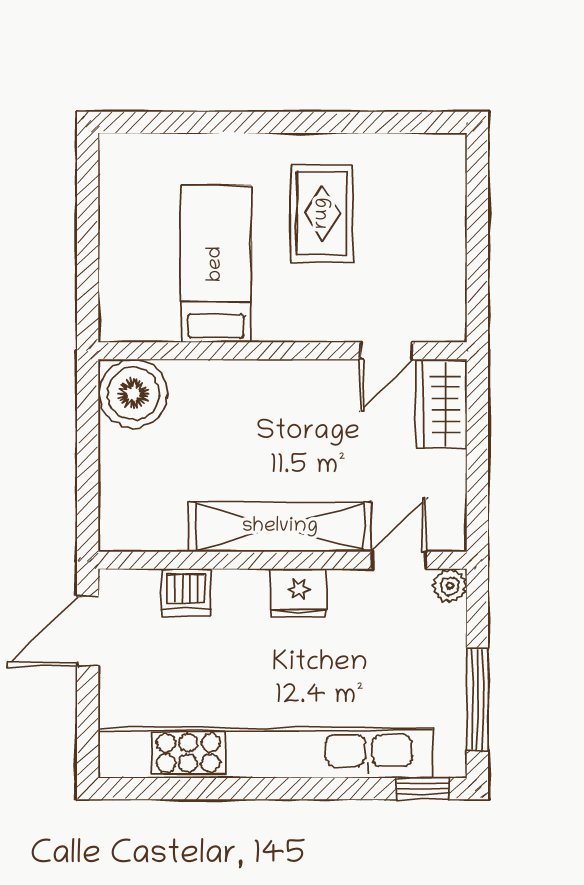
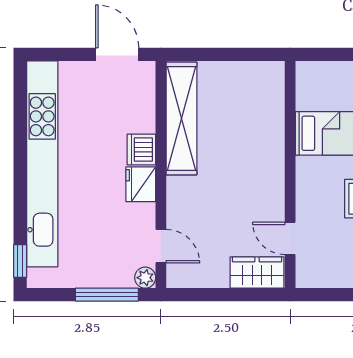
boiler: (133, 393) -> (264, 82), removed
shelving: (280, 527) -> (181, 119), moved
dishwasher: (186, 592) -> (141, 149), moved
window: (477, 700) -> (107, 295), moved

